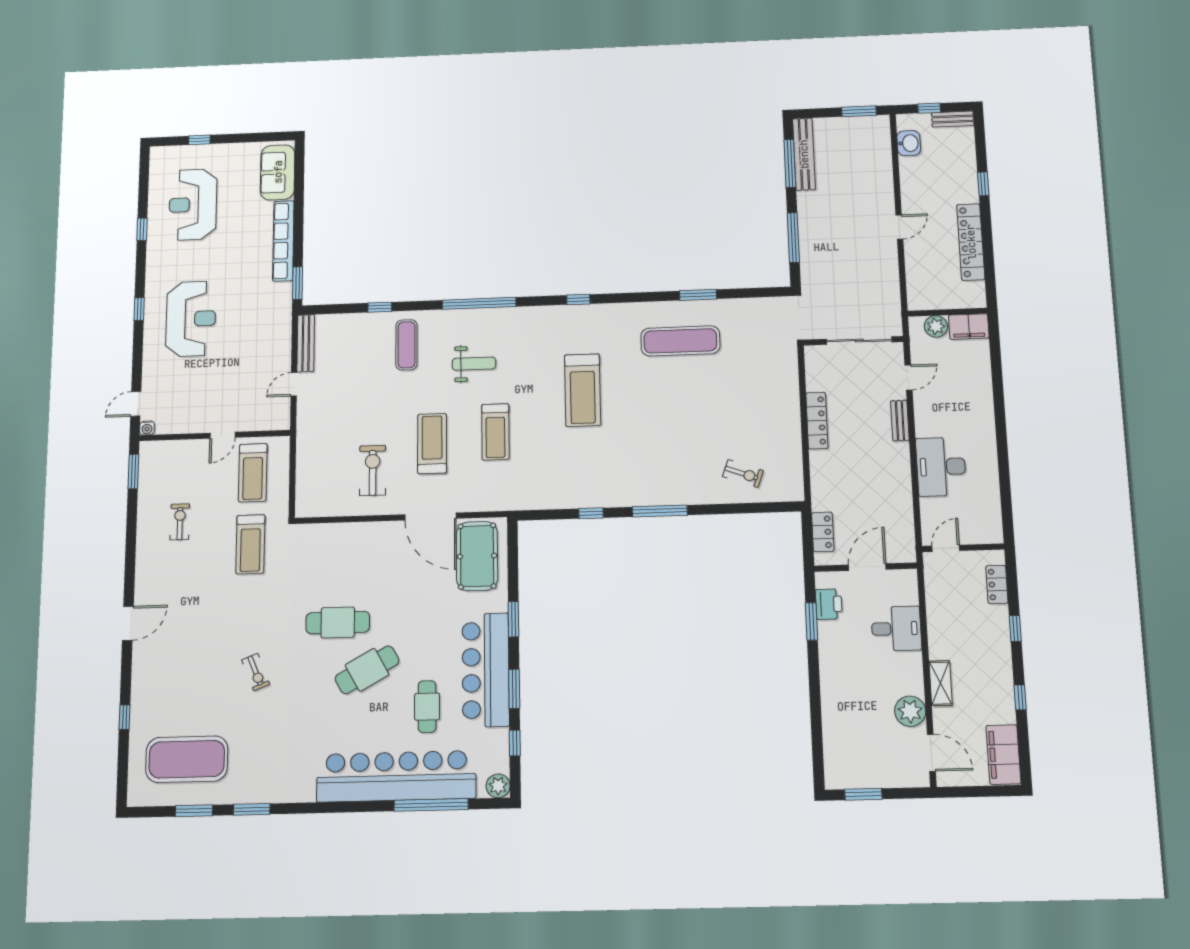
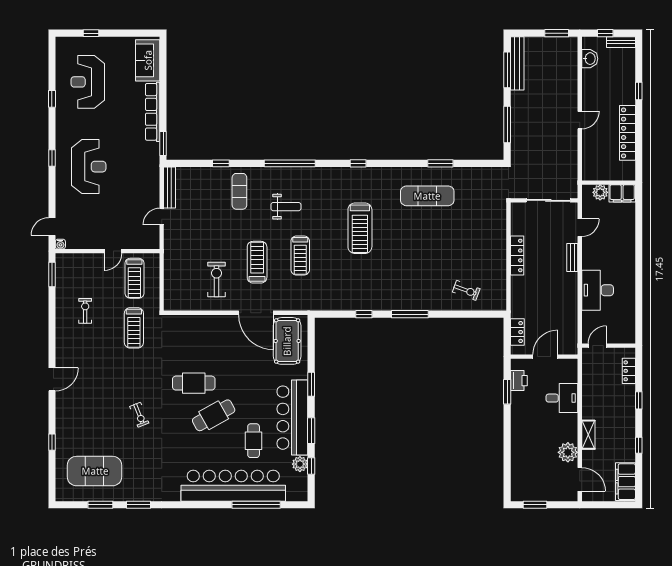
plant: (498, 786) -> (300, 464), moved

